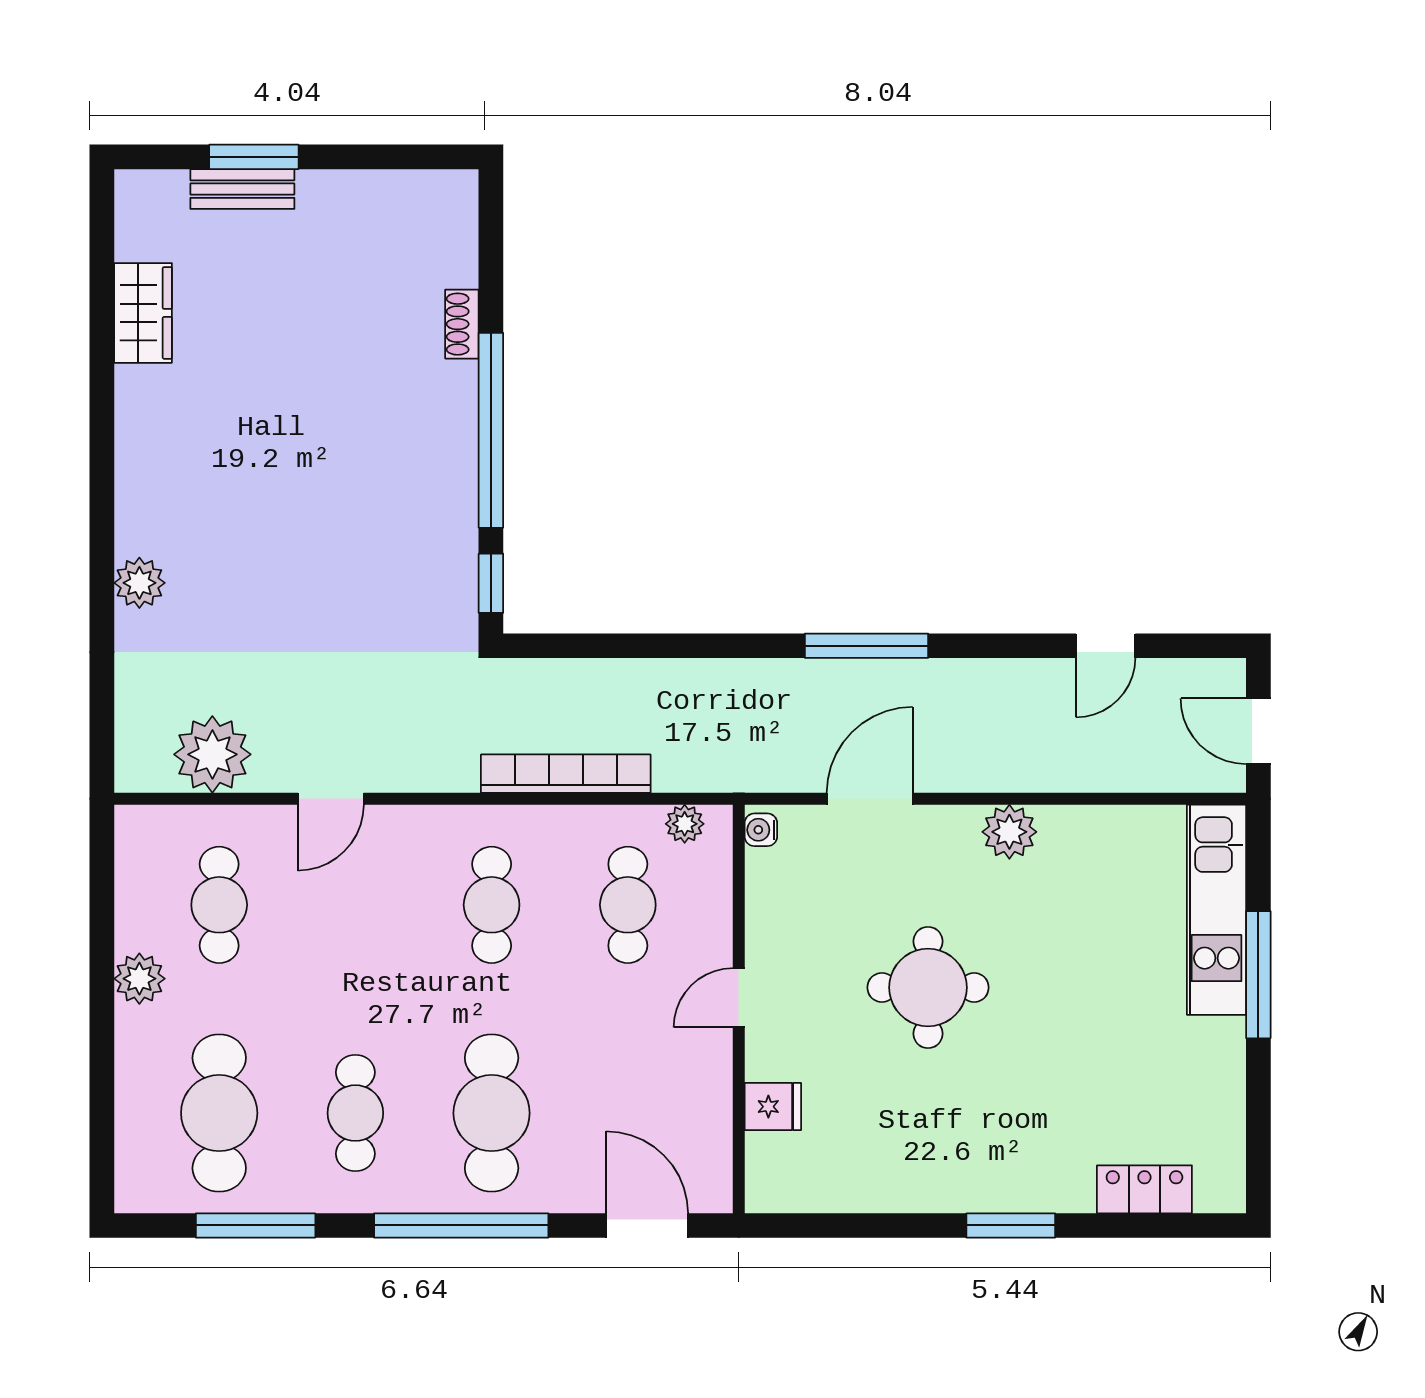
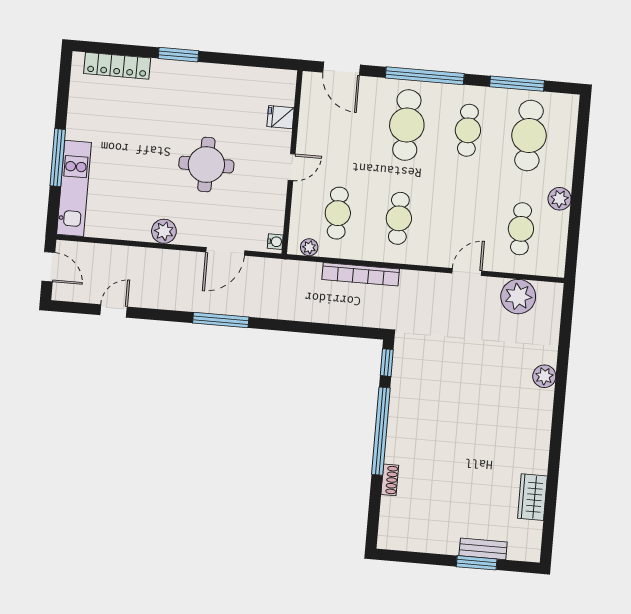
locker: (1144, 1189) -> (117, 66), width x1.53

